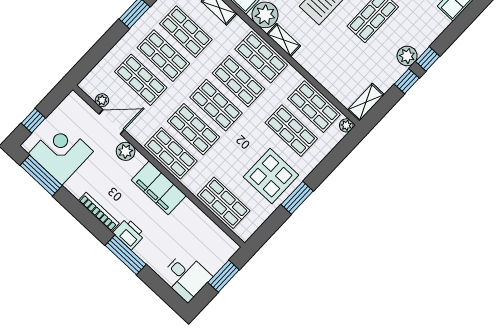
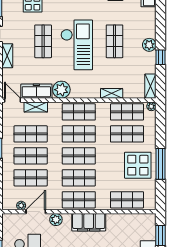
shelving: (284, 40) -> (112, 93), moved
window: (428, 59) -> (160, 37), removed
window: (297, 198) -> (160, 164), width x1.44

